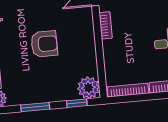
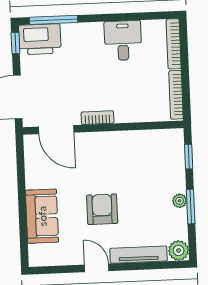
armchair: (44, 44) -> (102, 209), moved
plant: (88, 88) -> (180, 201), moved, width x0.53, depth x0.53

